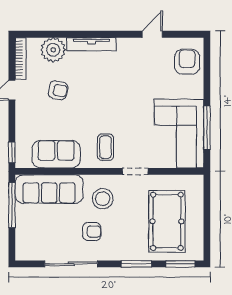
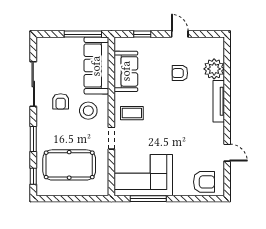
bookcase: (21, 58) -> (207, 41), removed
armchair: (58, 90) -> (180, 73), turned 79
window: (12, 152) -> (142, 34), moved
window: (180, 264) -> (33, 176), width x0.67

